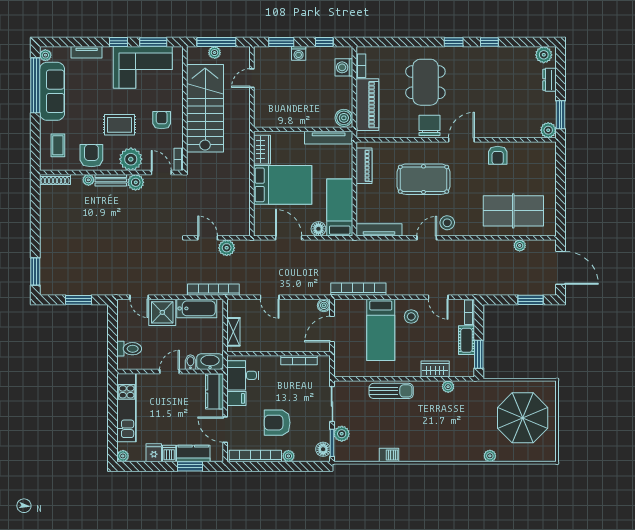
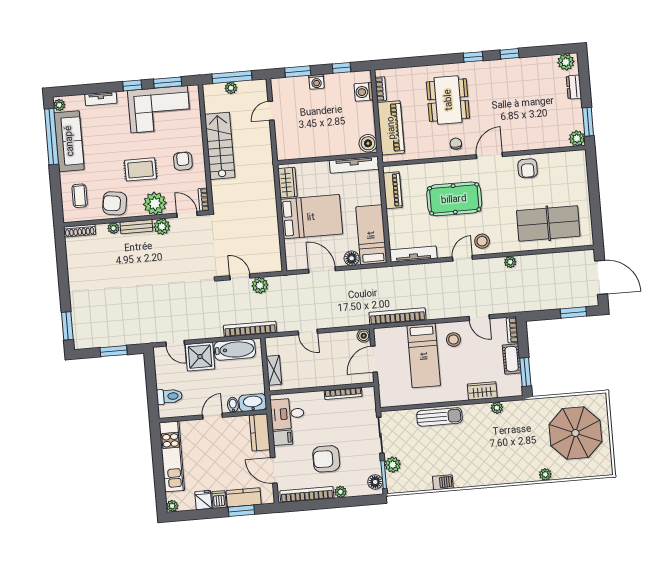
stairs: (205, 108) -> (220, 146), width x0.73, depth x0.66
chair: (430, 125) -> (456, 144), width x0.54, depth x0.54
armchair: (91, 156) -> (115, 203), turned -82
plant: (520, 245) -> (510, 262), moved

